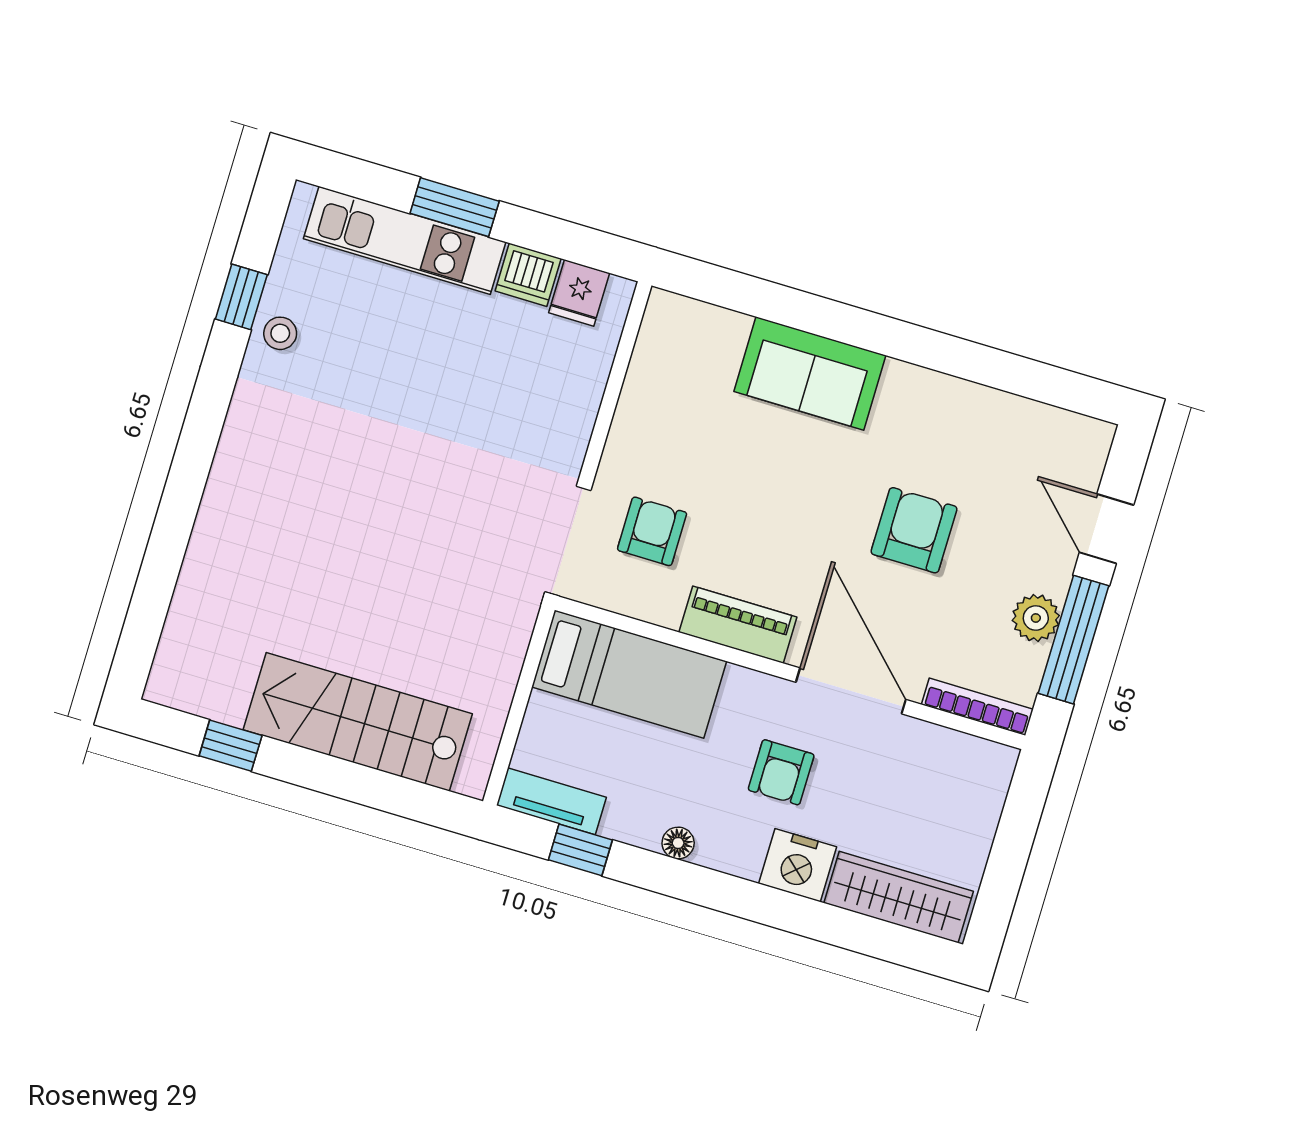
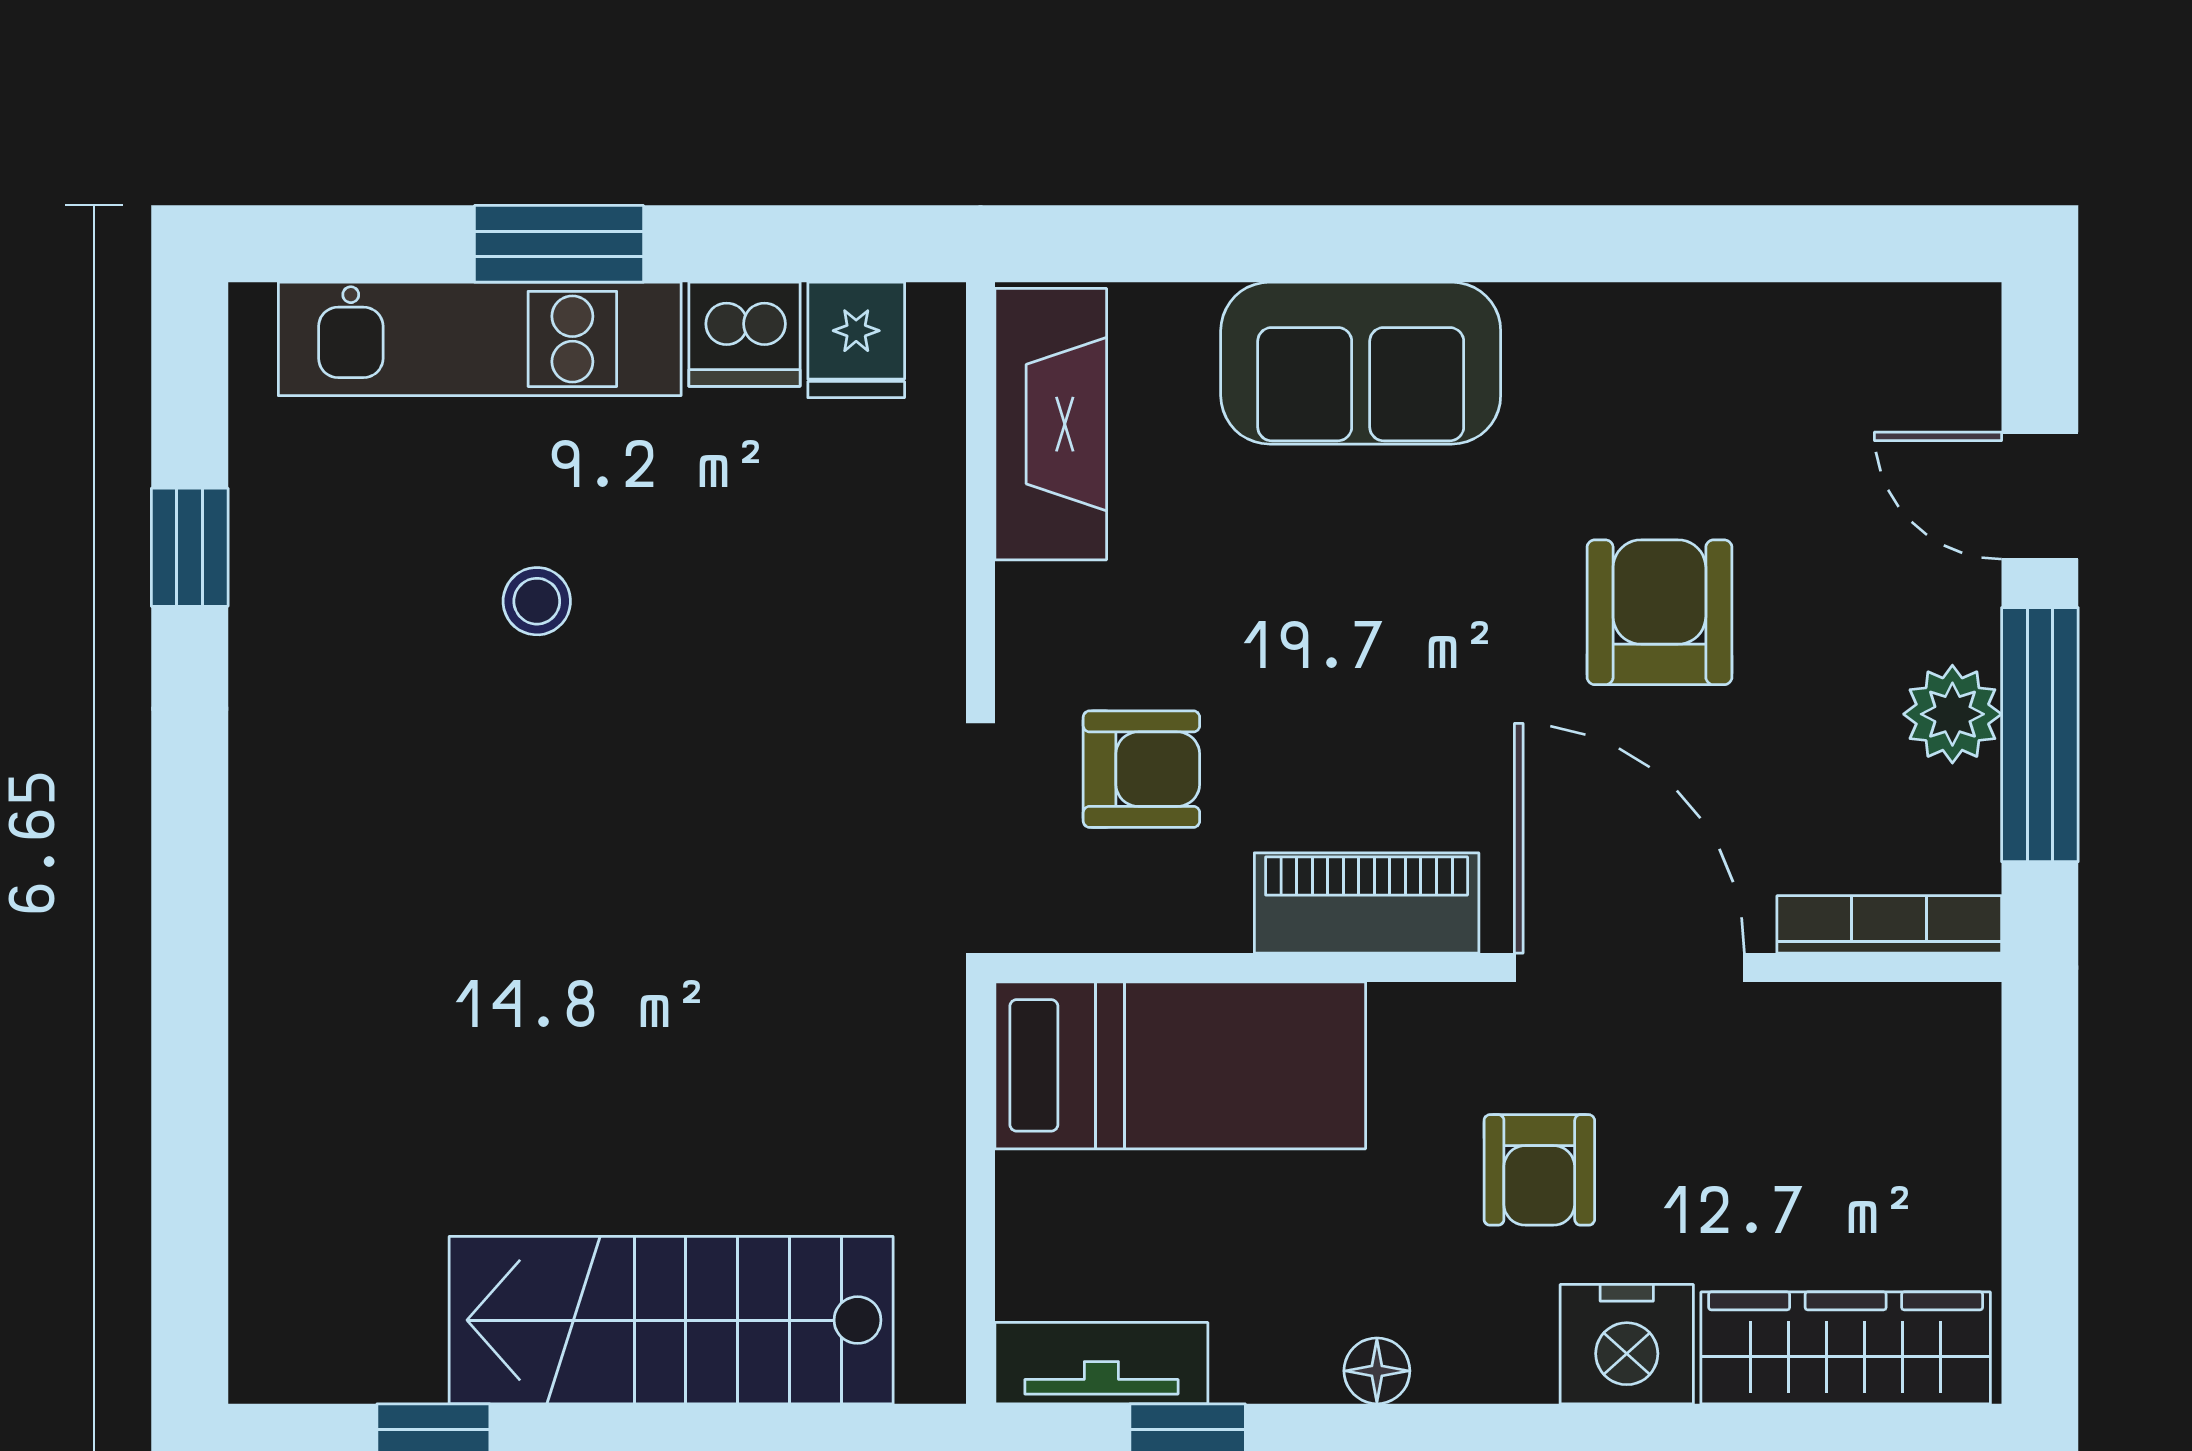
stool: (280, 333) -> (537, 601), moved
fireplace: (658, 359) -> (1051, 424), added
armchair: (652, 531) -> (1141, 769), turned 90

